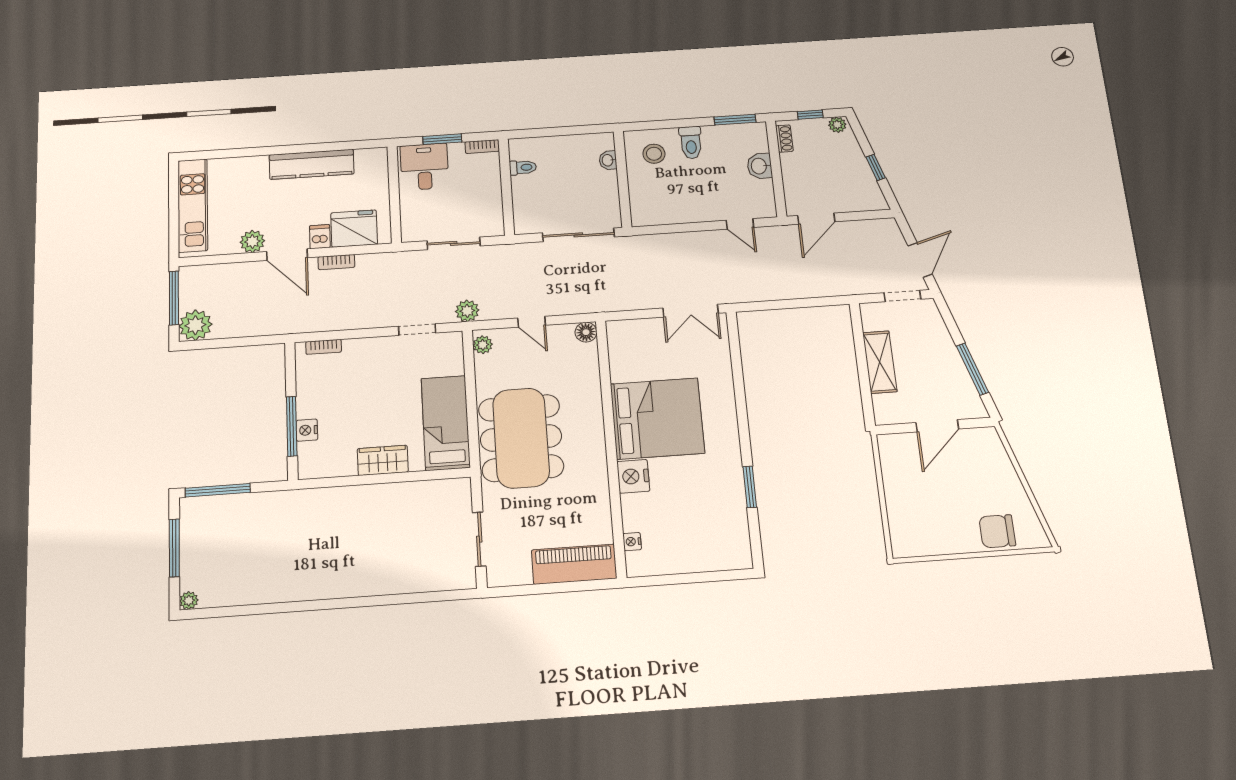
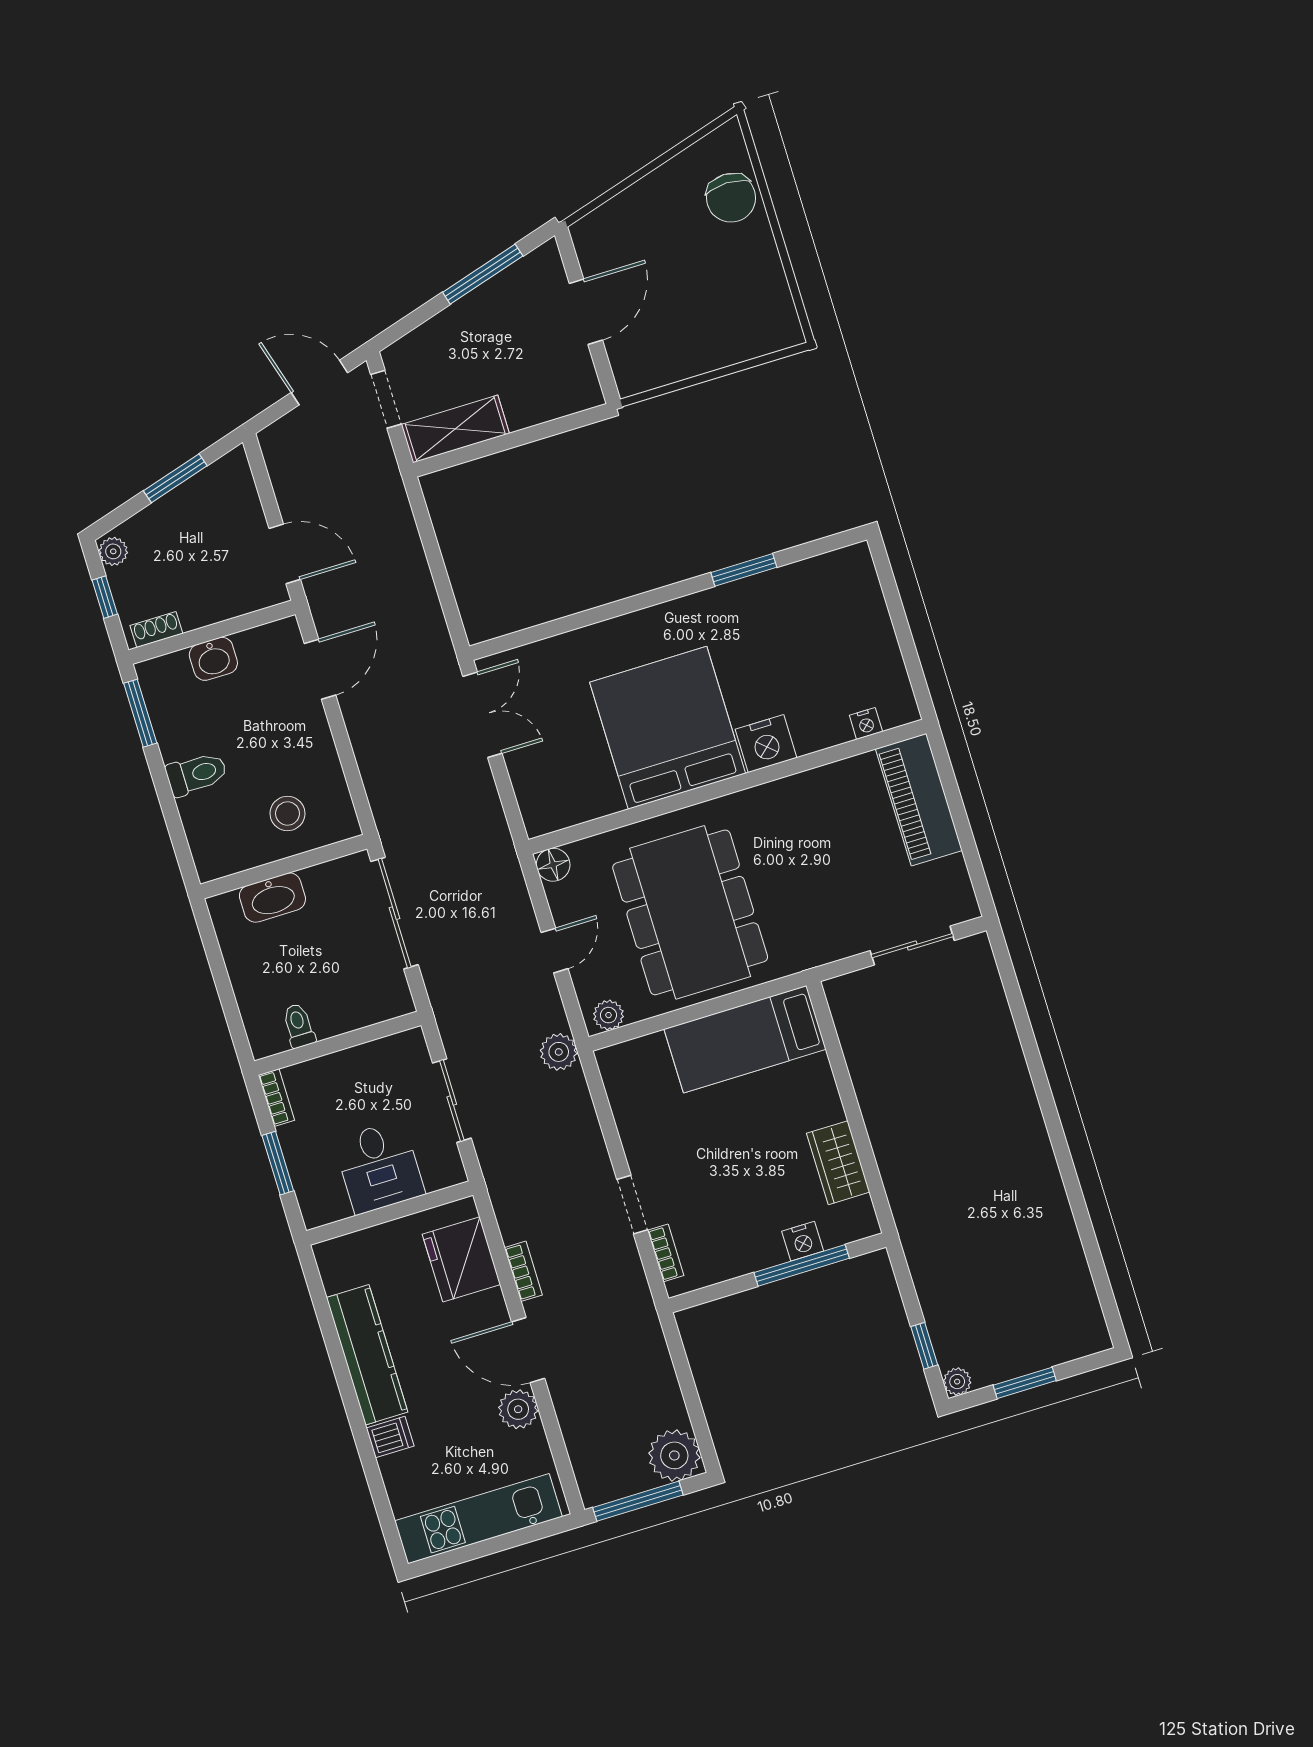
stool: (654, 154) -> (288, 813), moved
washbasin: (608, 160) -> (272, 898), width x1.91, depth x1.45
desk: (424, 167) -> (379, 1167), moved, turned -90
window: (876, 167) -> (175, 478), width x1.50
door: (740, 224) -> (320, 669), width x1.38
dishwasher: (320, 237) -> (390, 1437), moved, turned 180
door: (287, 255) -> (528, 1350), swing flipped
doorway: (417, 330) -> (632, 1205), moved
shelving: (880, 362) -> (455, 429), moved
door: (937, 426) -> (586, 312), hinge flipped
dining table: (521, 438) -> (690, 912), moved, turned 90
wardrobe: (383, 460) -> (838, 1163), moved
window: (218, 490) -> (924, 1346), width x0.46
window: (174, 548) -> (1025, 1383), width x0.69
plant: (189, 600) -> (957, 1382), moved

